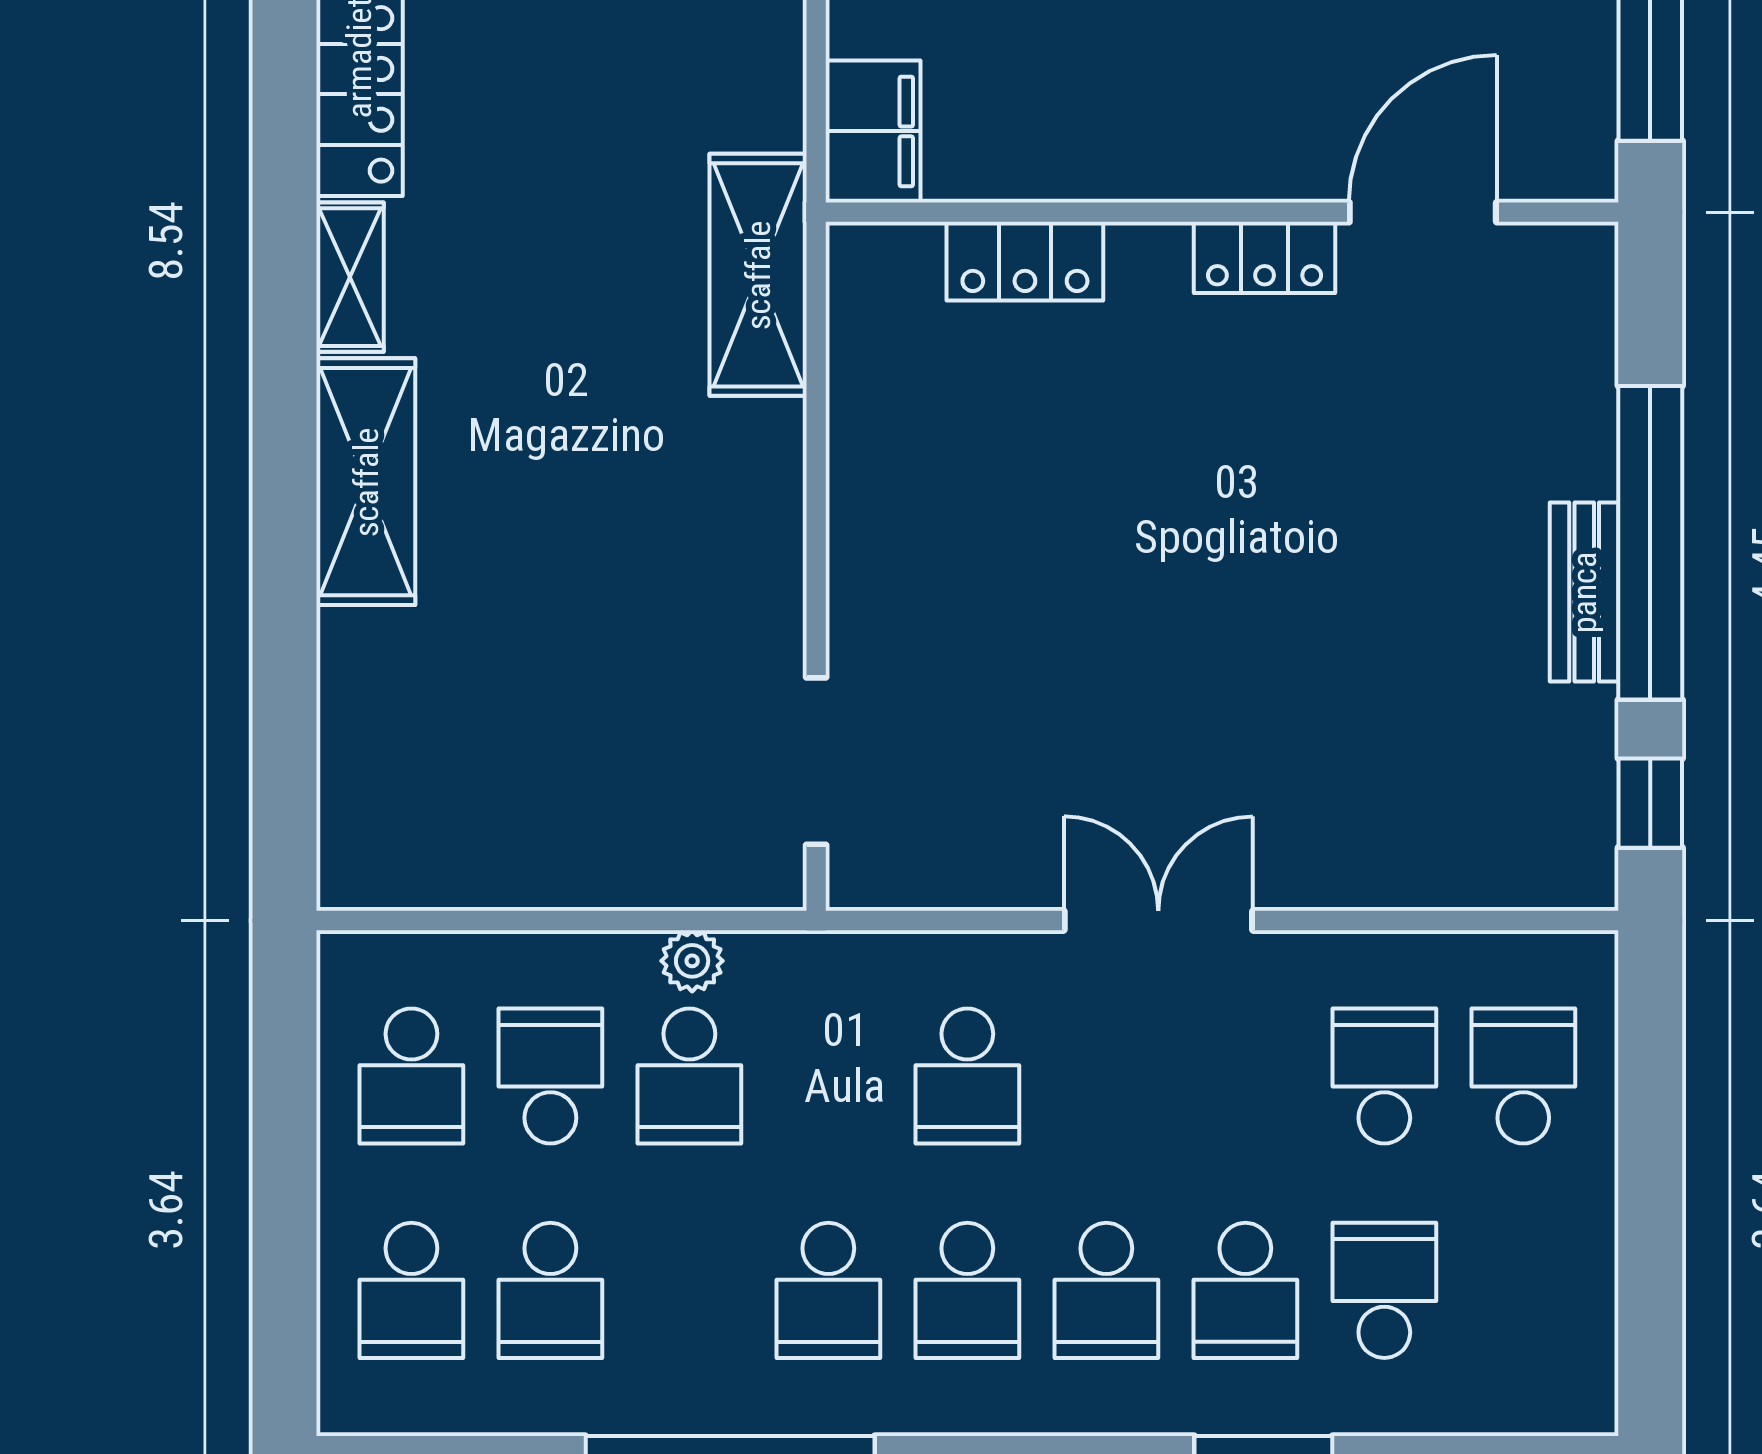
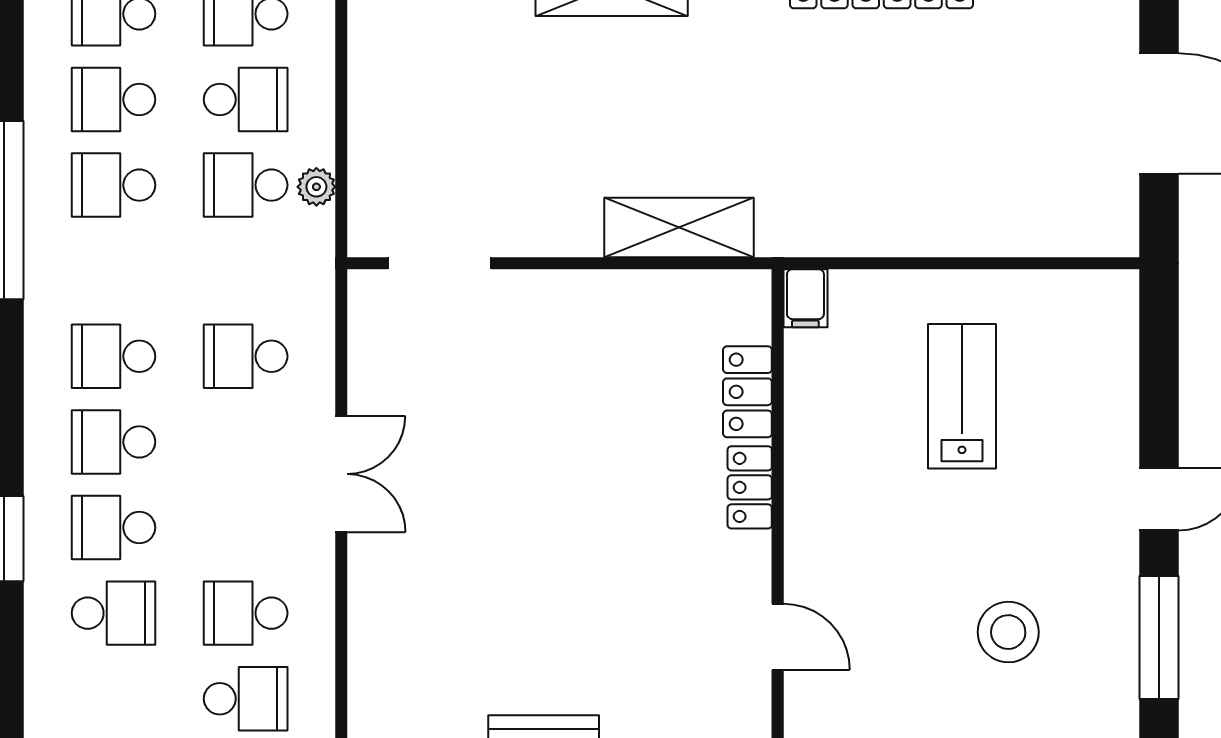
filing cabinet: (873, 131) -> (805, 298), width x0.50
door: (1423, 212) -> (778, 637), width x0.73
locker: (1265, 257) -> (750, 487), moved
shelving: (758, 275) -> (679, 227), moved
school desk: (1384, 1076) -> (246, 613), turned 180
school desk: (828, 1290) -> (113, 185), moved

